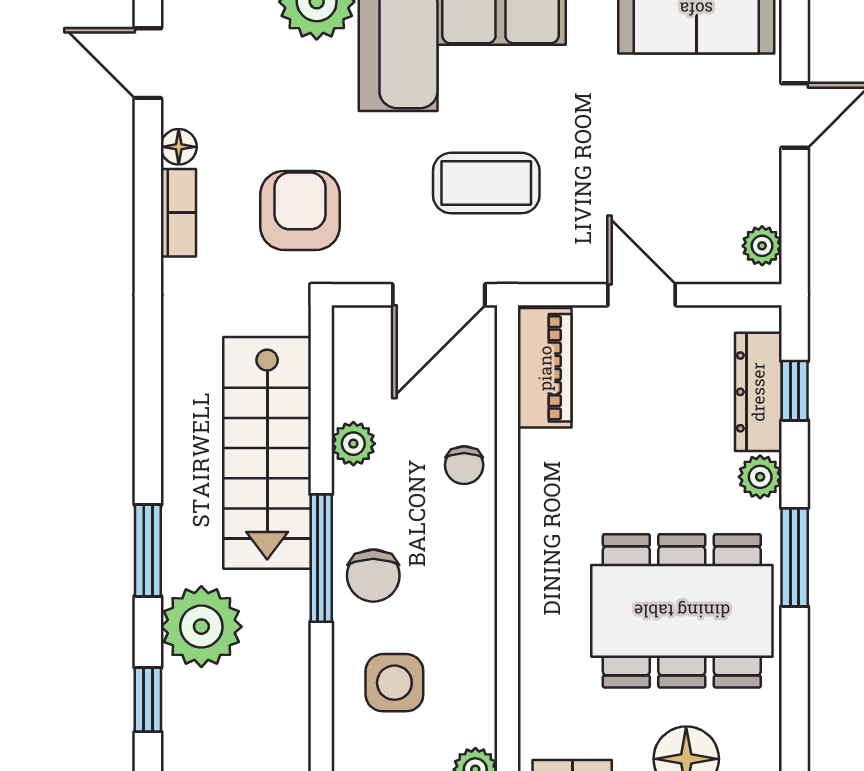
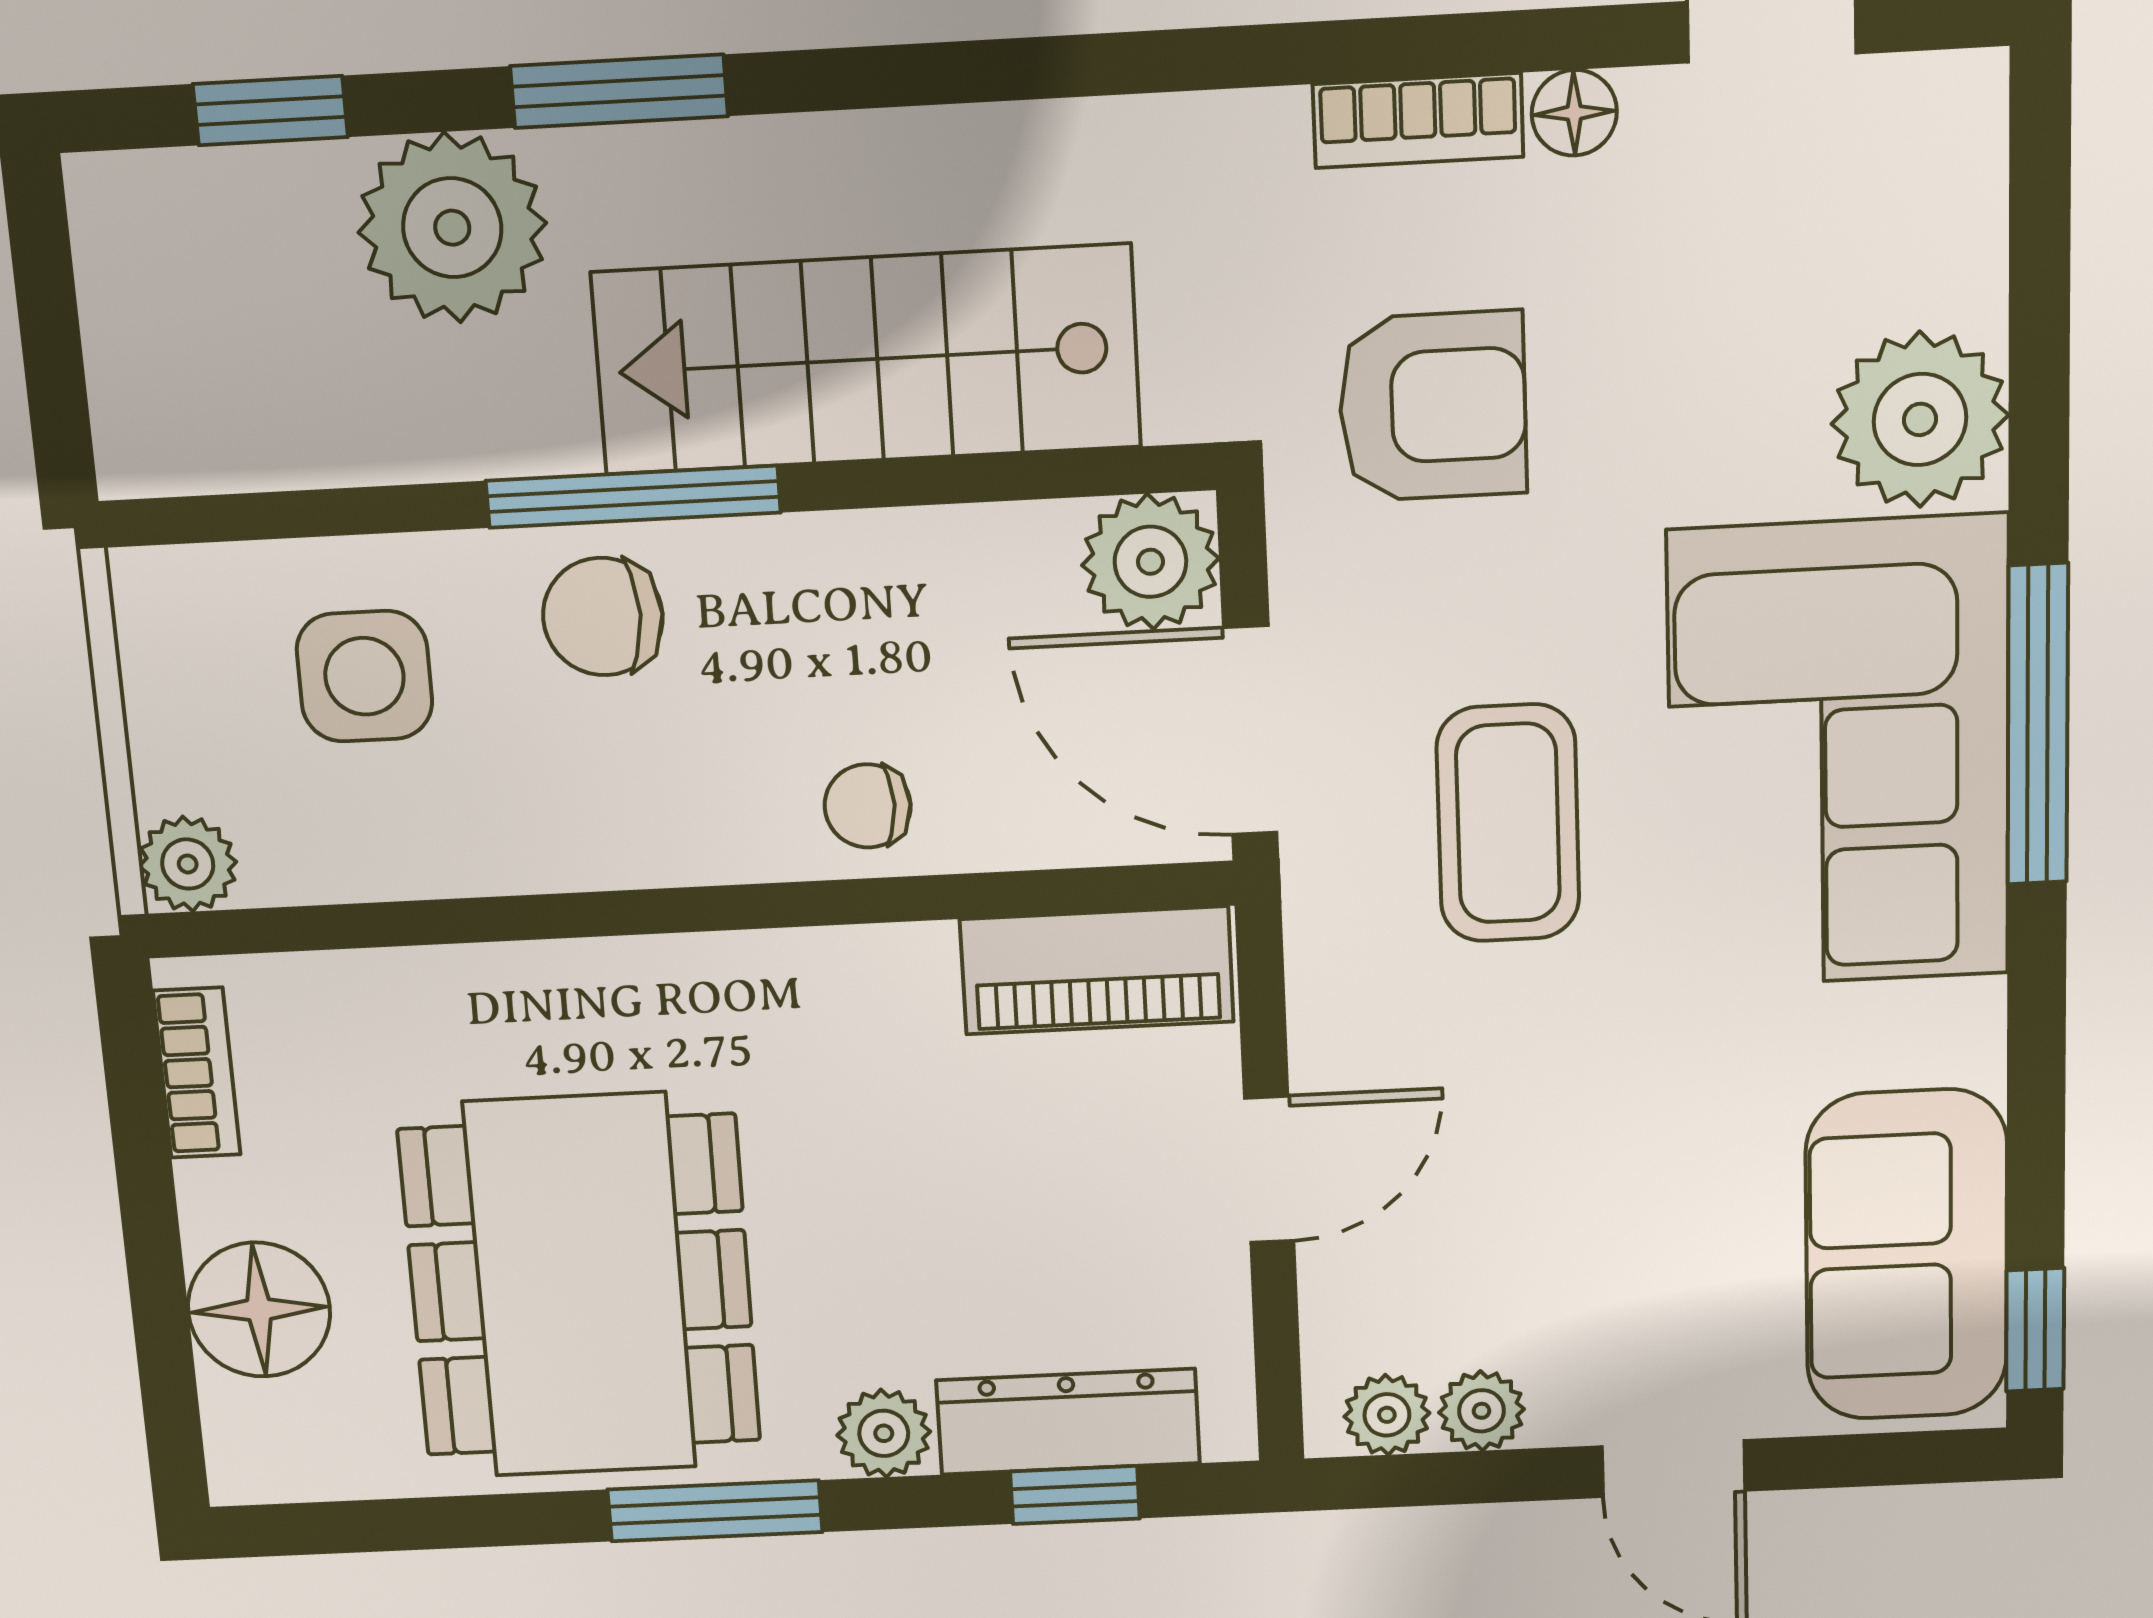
plant: (762, 203) -> (1481, 1411), added
plant: (353, 444) -> (1150, 562), moved, width x1.38, depth x1.38

